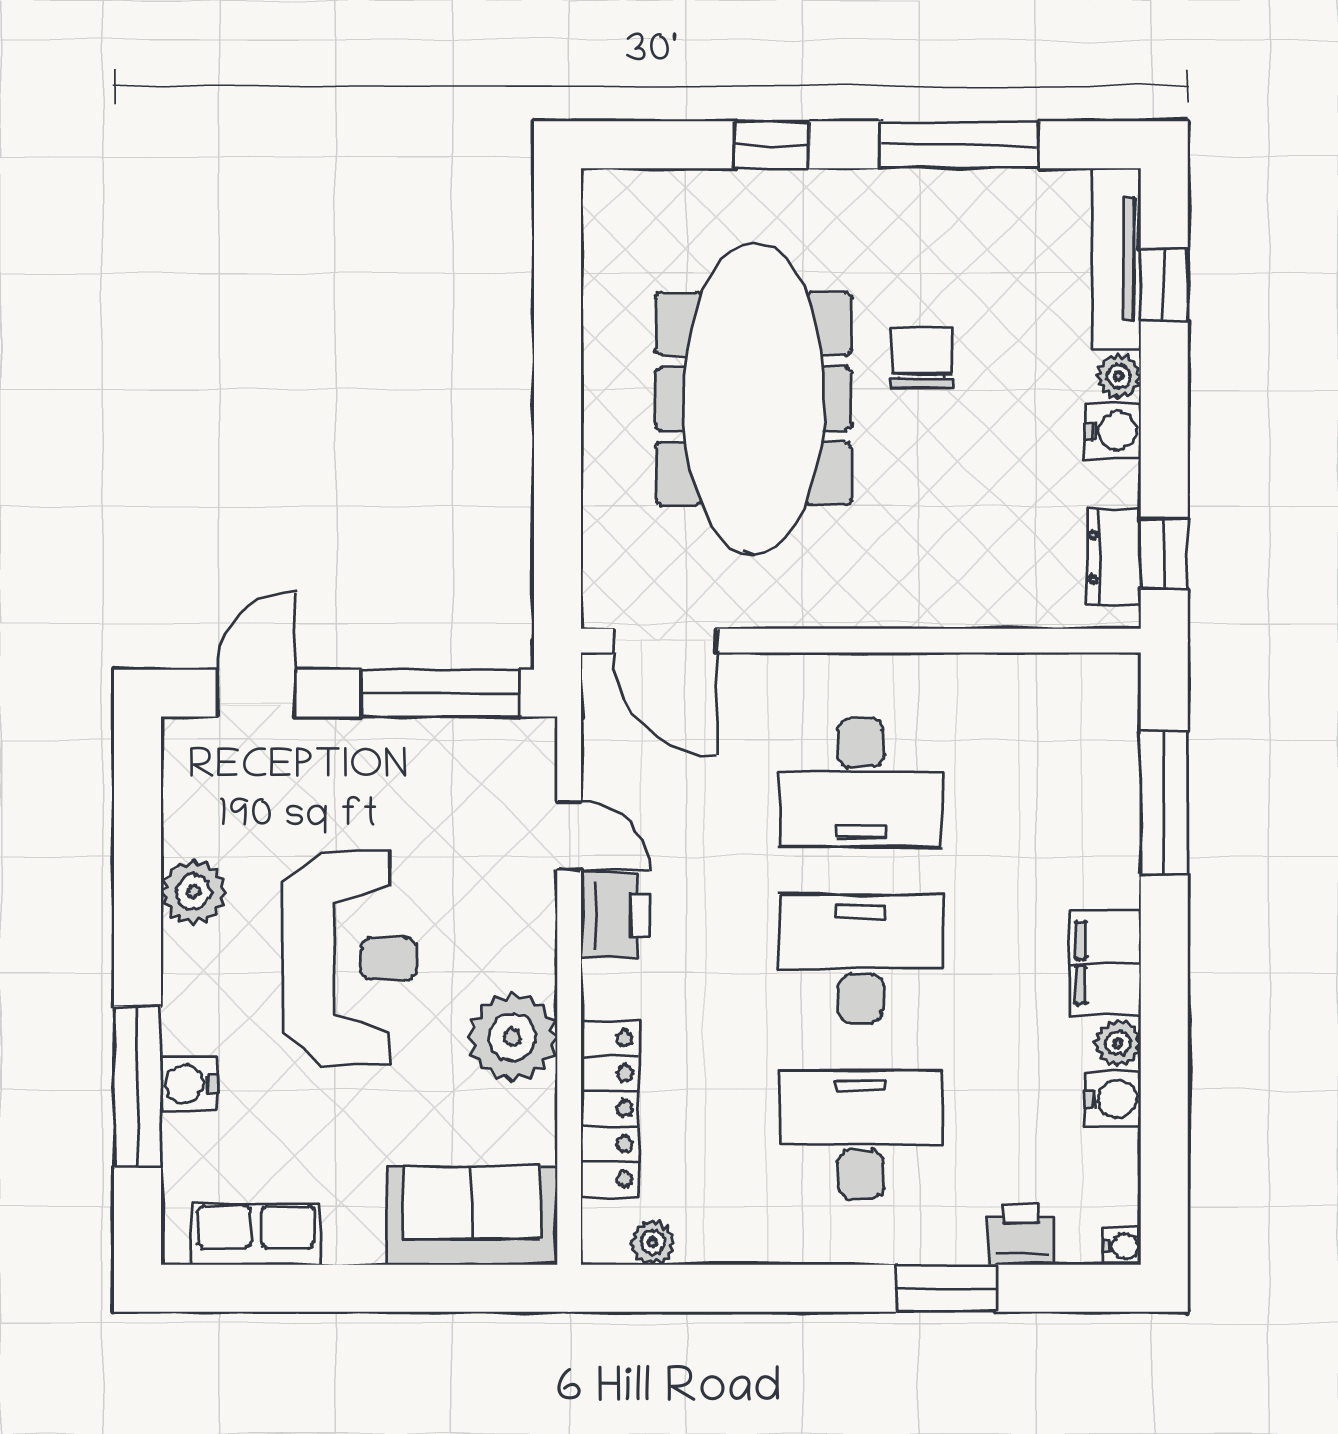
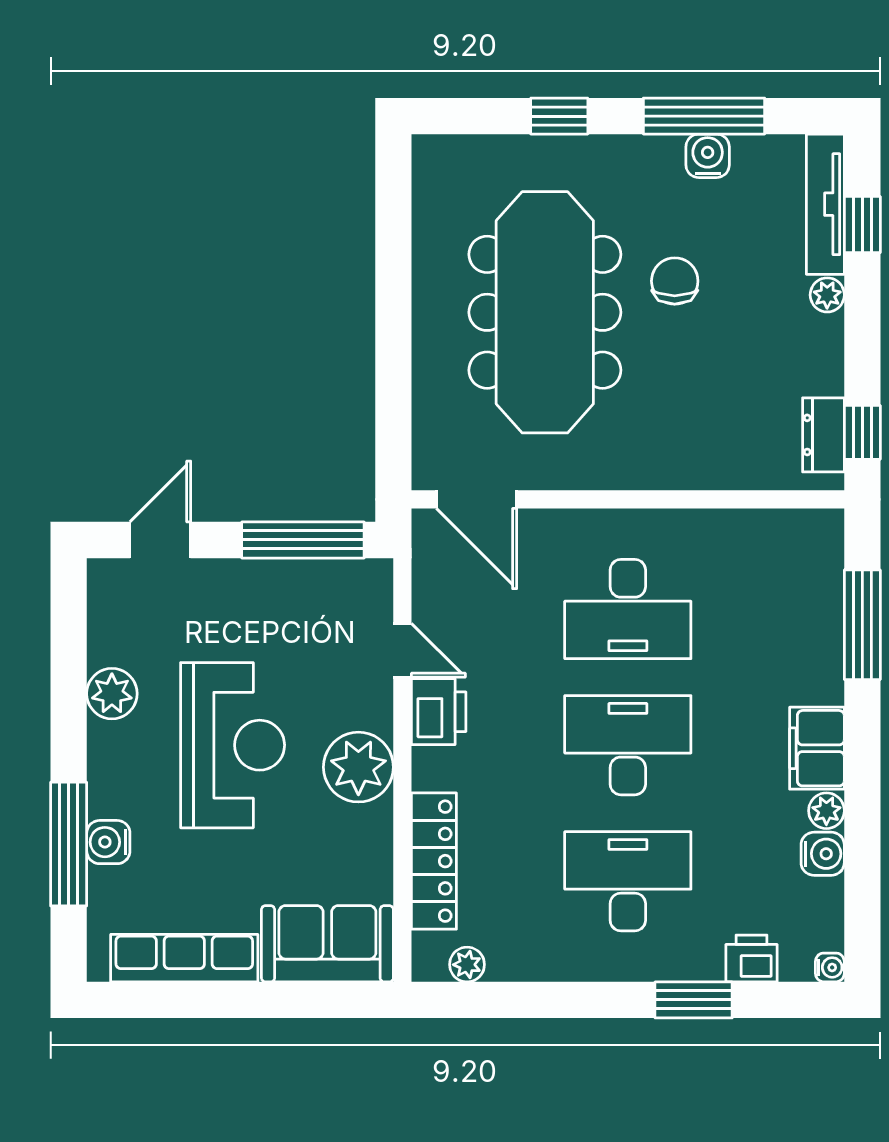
water cooler: (1113, 431) -> (708, 156), moved, turned -90
plant: (512, 1037) -> (358, 767), moved
row of seats: (256, 1234) -> (184, 958), width x1.48

